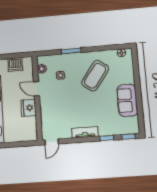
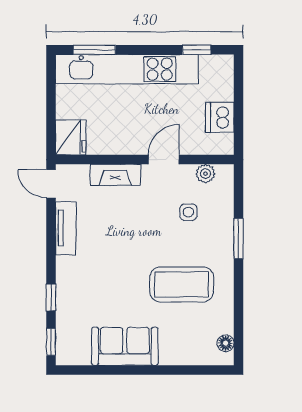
coffee table: (95, 76) -> (182, 284), turned -36
fridge: (28, 108) -> (71, 137), moved, turned 90
fireplace: (45, 111) -> (115, 175), added
tv unit: (85, 132) -> (66, 228), moved

